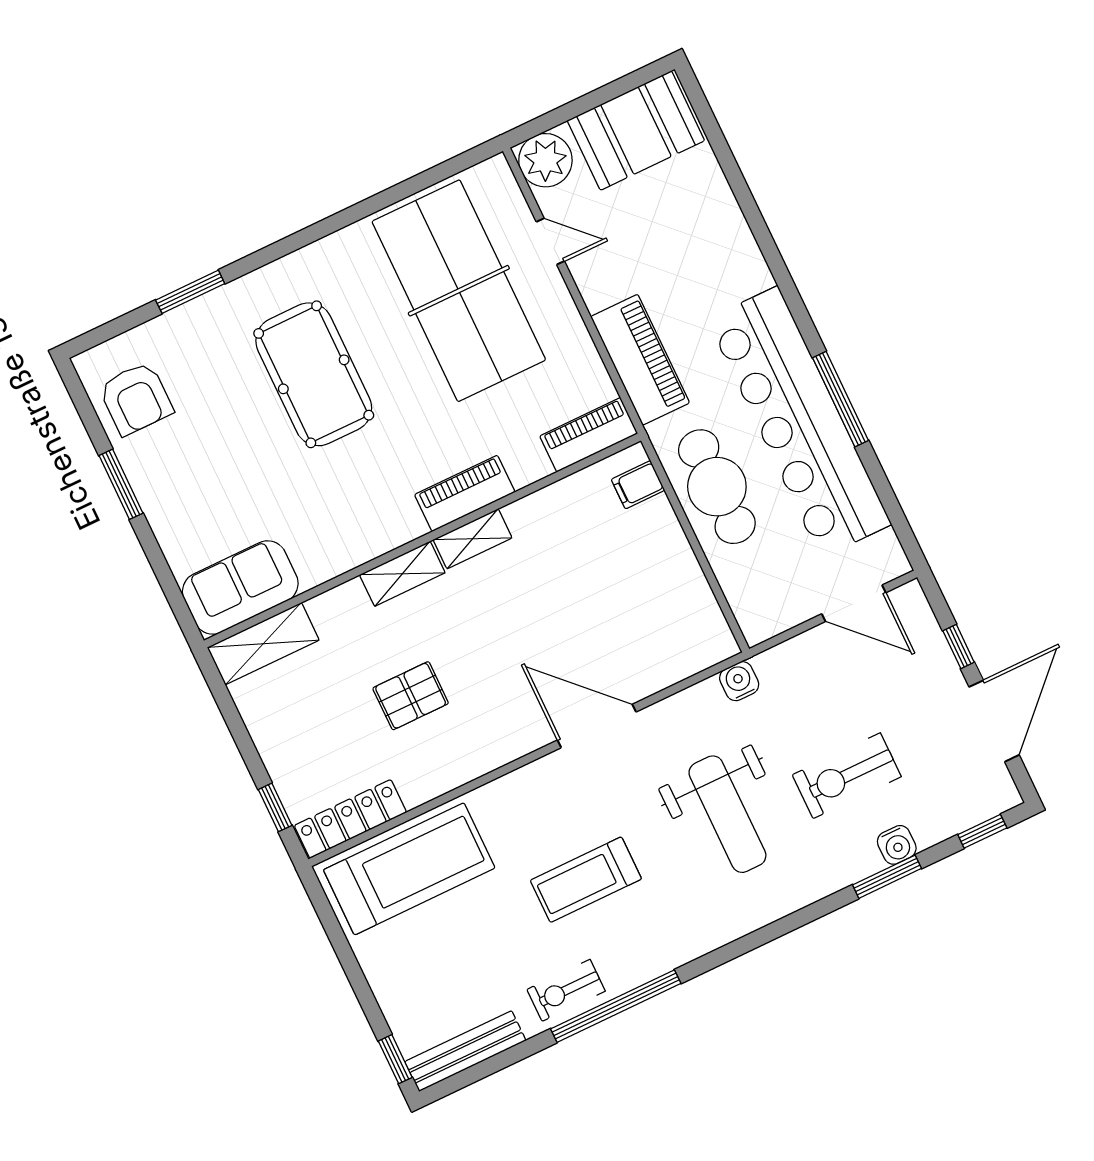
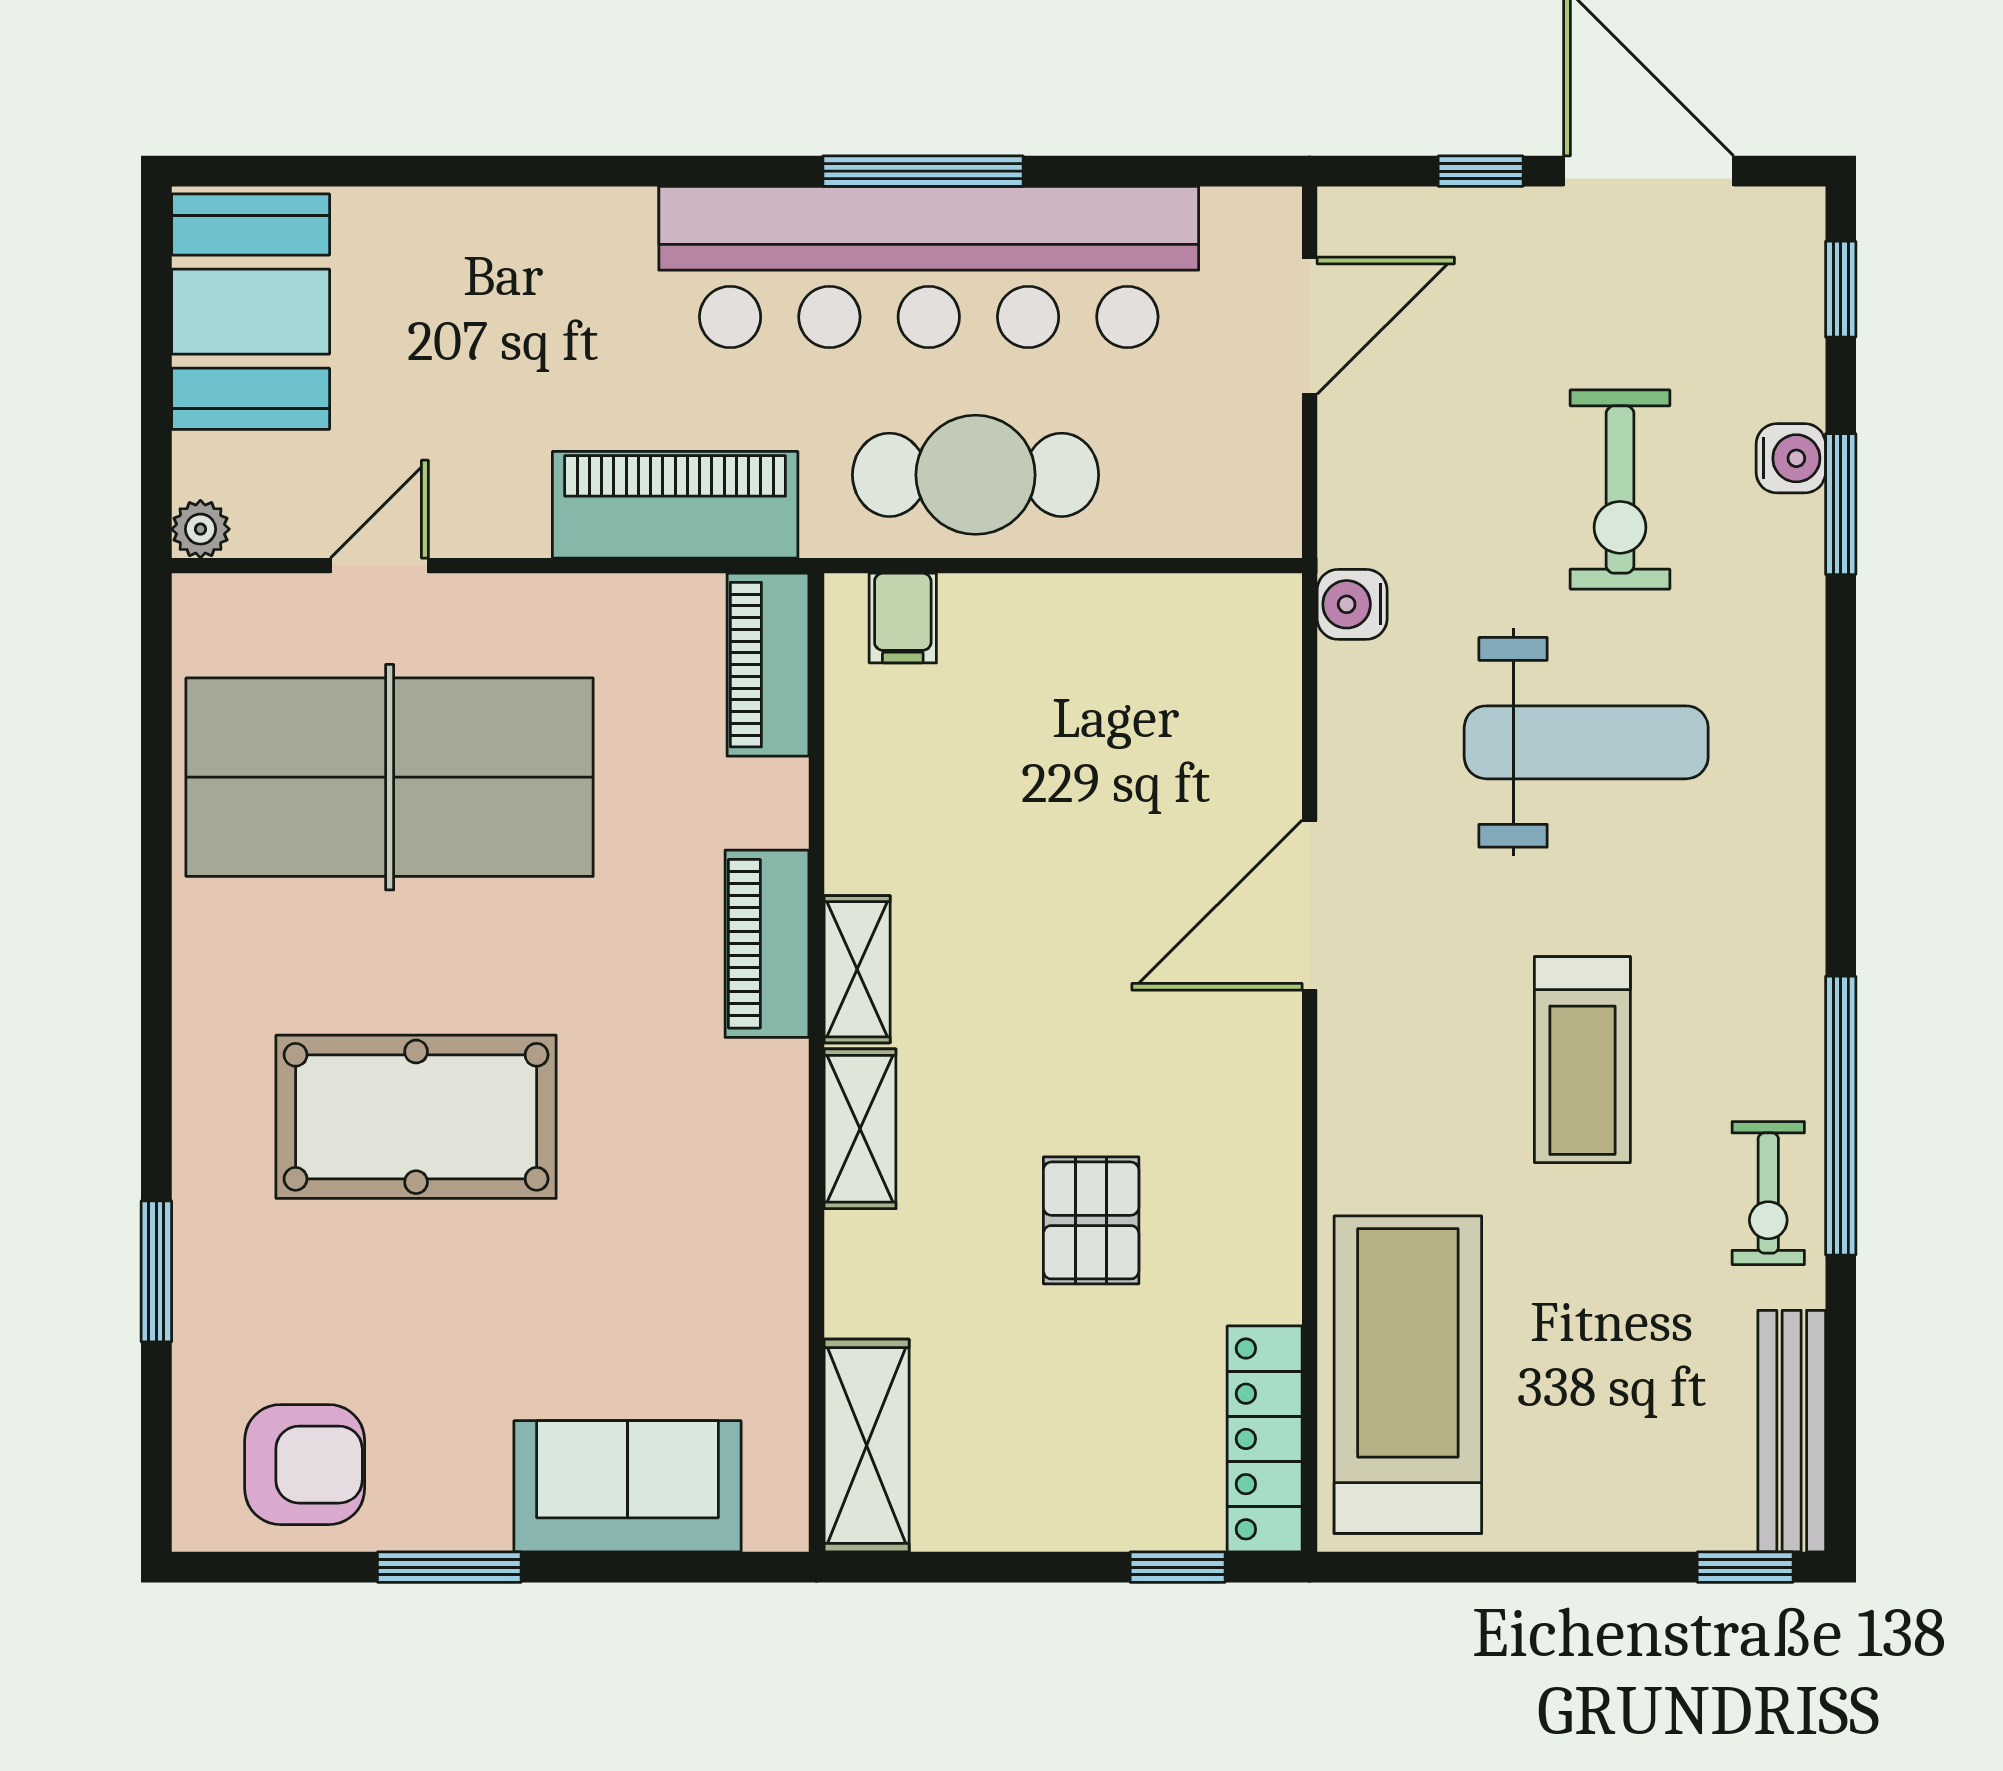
plant: (545, 160) -> (200, 529), width x0.53, depth x0.53
sofa: (240, 587) -> (627, 1486), moved, turned 90

